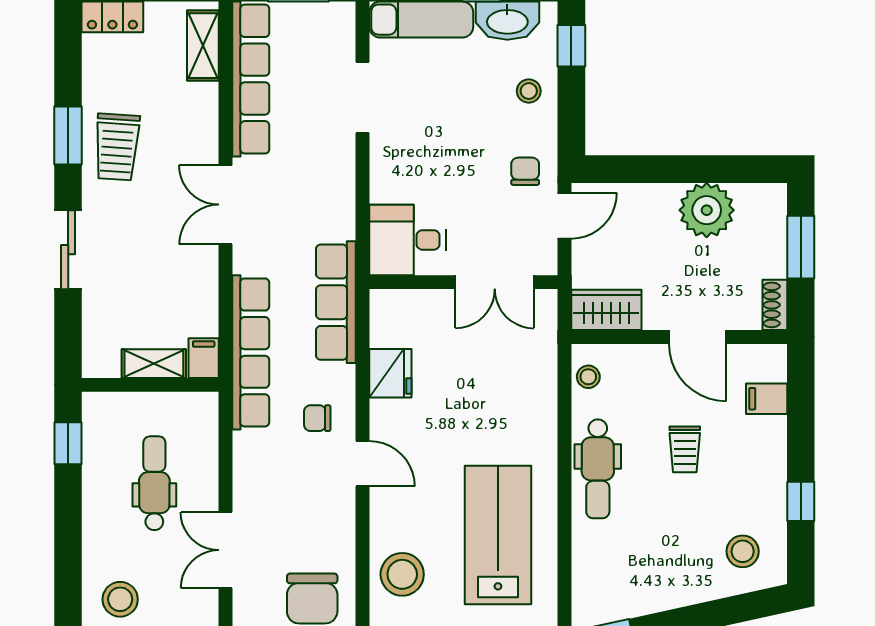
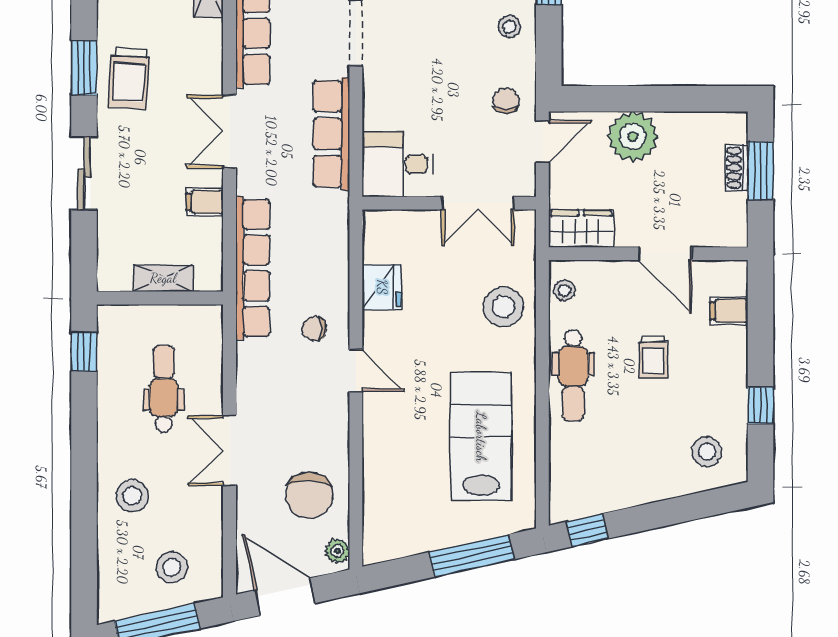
plant: (707, 210) -> (633, 137), moved
row of seats: (336, 302) -> (331, 134), moved
shoe rack: (775, 305) -> (737, 168), moved
filing cabinet: (204, 358) -> (205, 202), moved, turned -90
stool: (402, 574) -> (503, 307), moved

